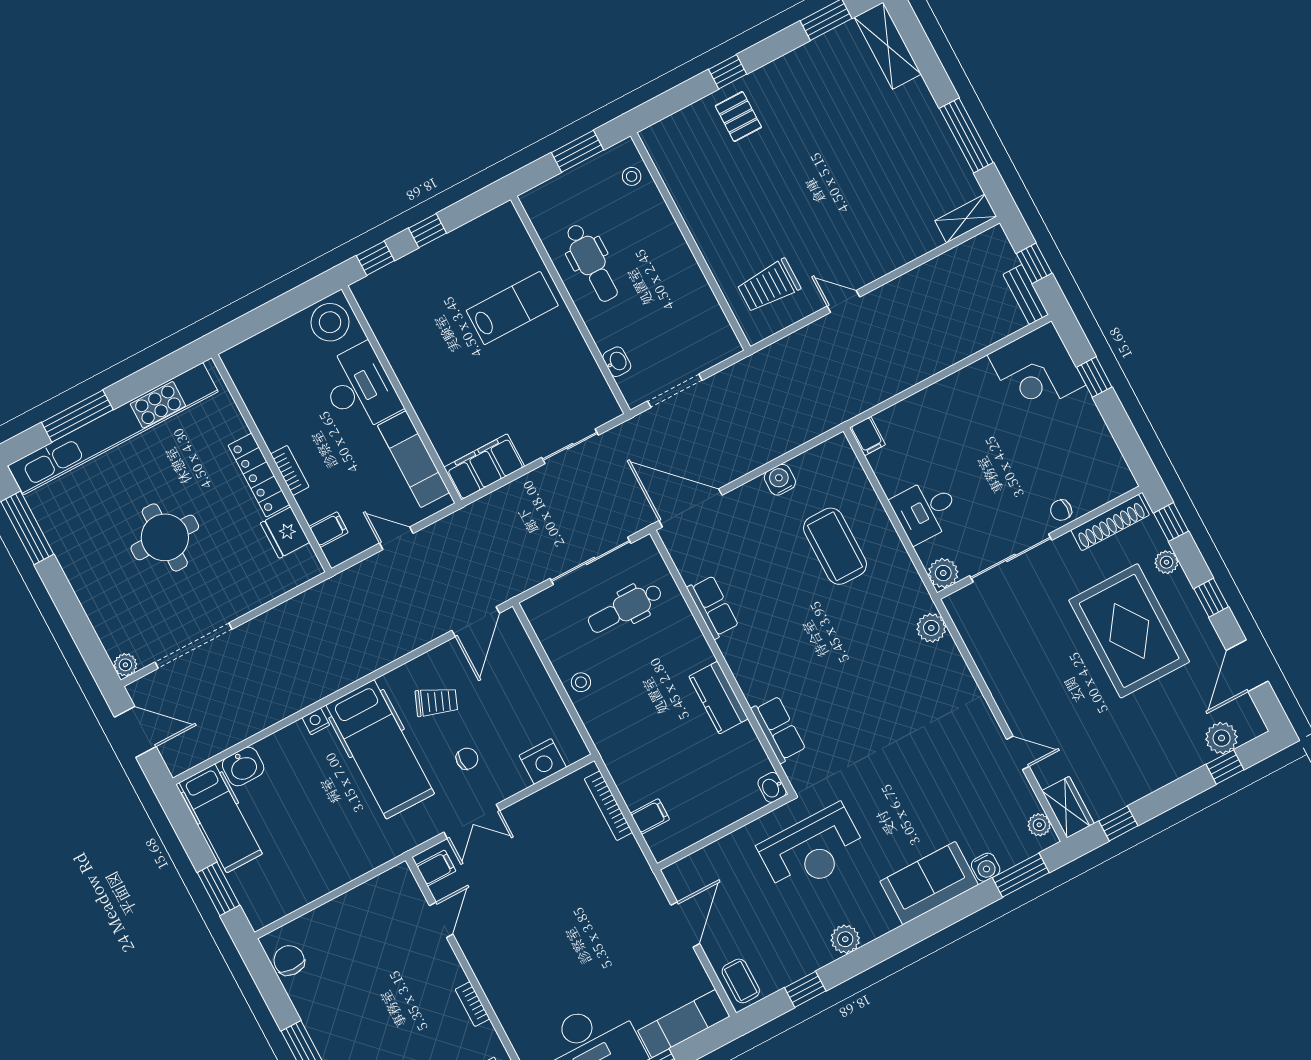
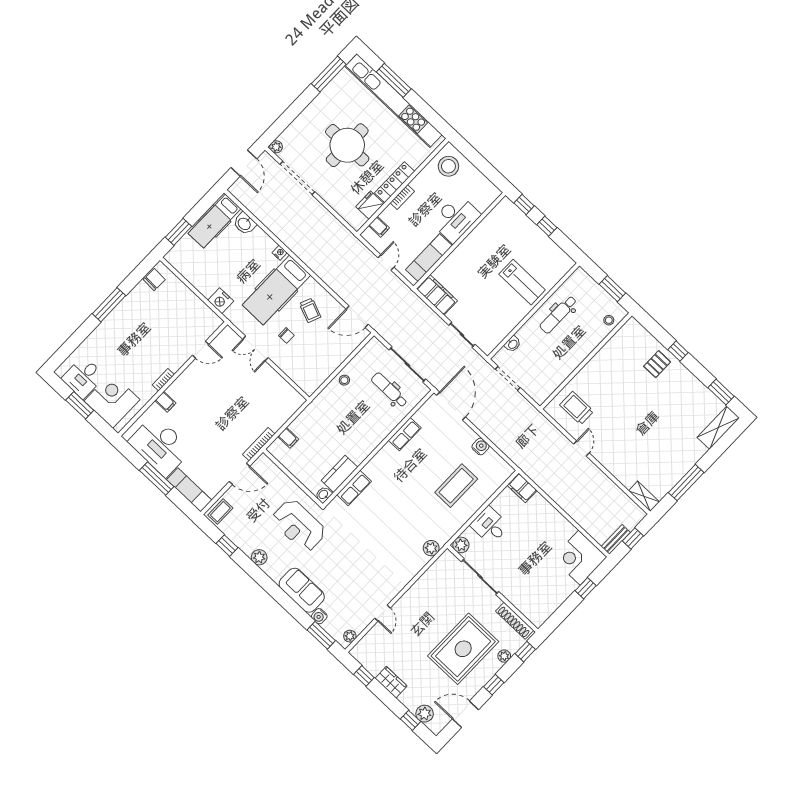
stool: (330, 322) -> (448, 166), moved
filing cabinet: (868, 436) -> (522, 488), width x2.00
chair: (1061, 510) -> (513, 594), removed
round table: (165, 537) -> (347, 145), width x1.36, depth x1.36
kitchen counter: (718, 698) -> (339, 474), moved
nightstand: (543, 761) -> (221, 301), moved
bookcase: (608, 806) -> (259, 444), moved
wardrobe: (1068, 807) -> (391, 682), moved, turned -90
filing cabinet: (436, 868) -> (165, 402), moved

